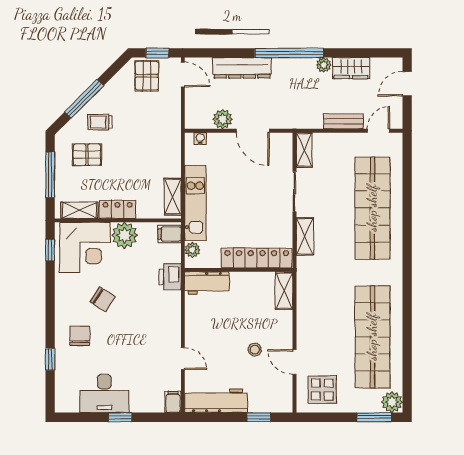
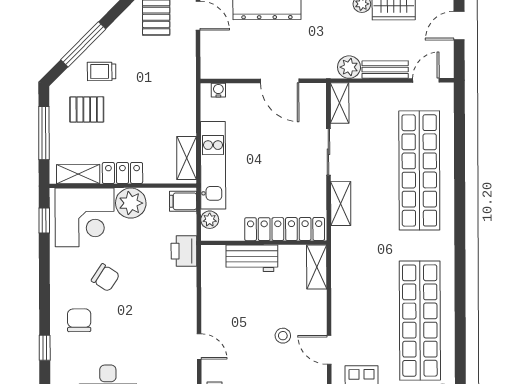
plant: (223, 119) -> (349, 67), moved
workbench: (207, 283) -> (252, 258), moved

